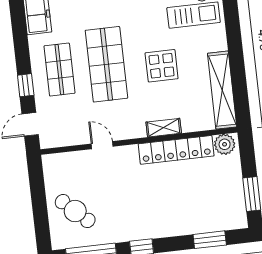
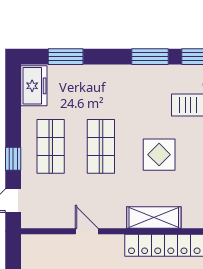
shop shelf: (106, 64) -> (101, 146), width x0.70, depth x0.74
shelving: (164, 128) -> (154, 218), width x1.50, depth x1.33

